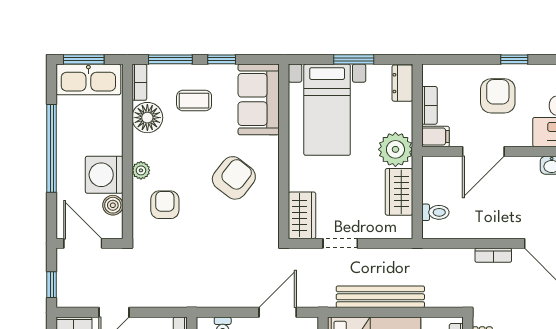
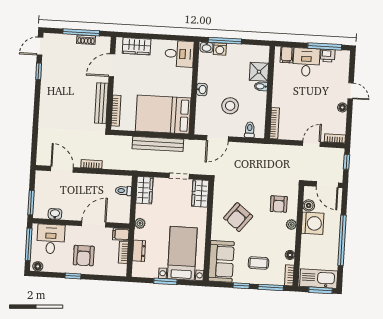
dresser: (402, 83) -> (139, 251), moved
floor lamp: (147, 118) -> (290, 255), width x0.53, depth x0.53
plant: (395, 149) -> (140, 223), width x0.53, depth x0.53
wardrobe: (399, 192) -> (144, 190), moved

